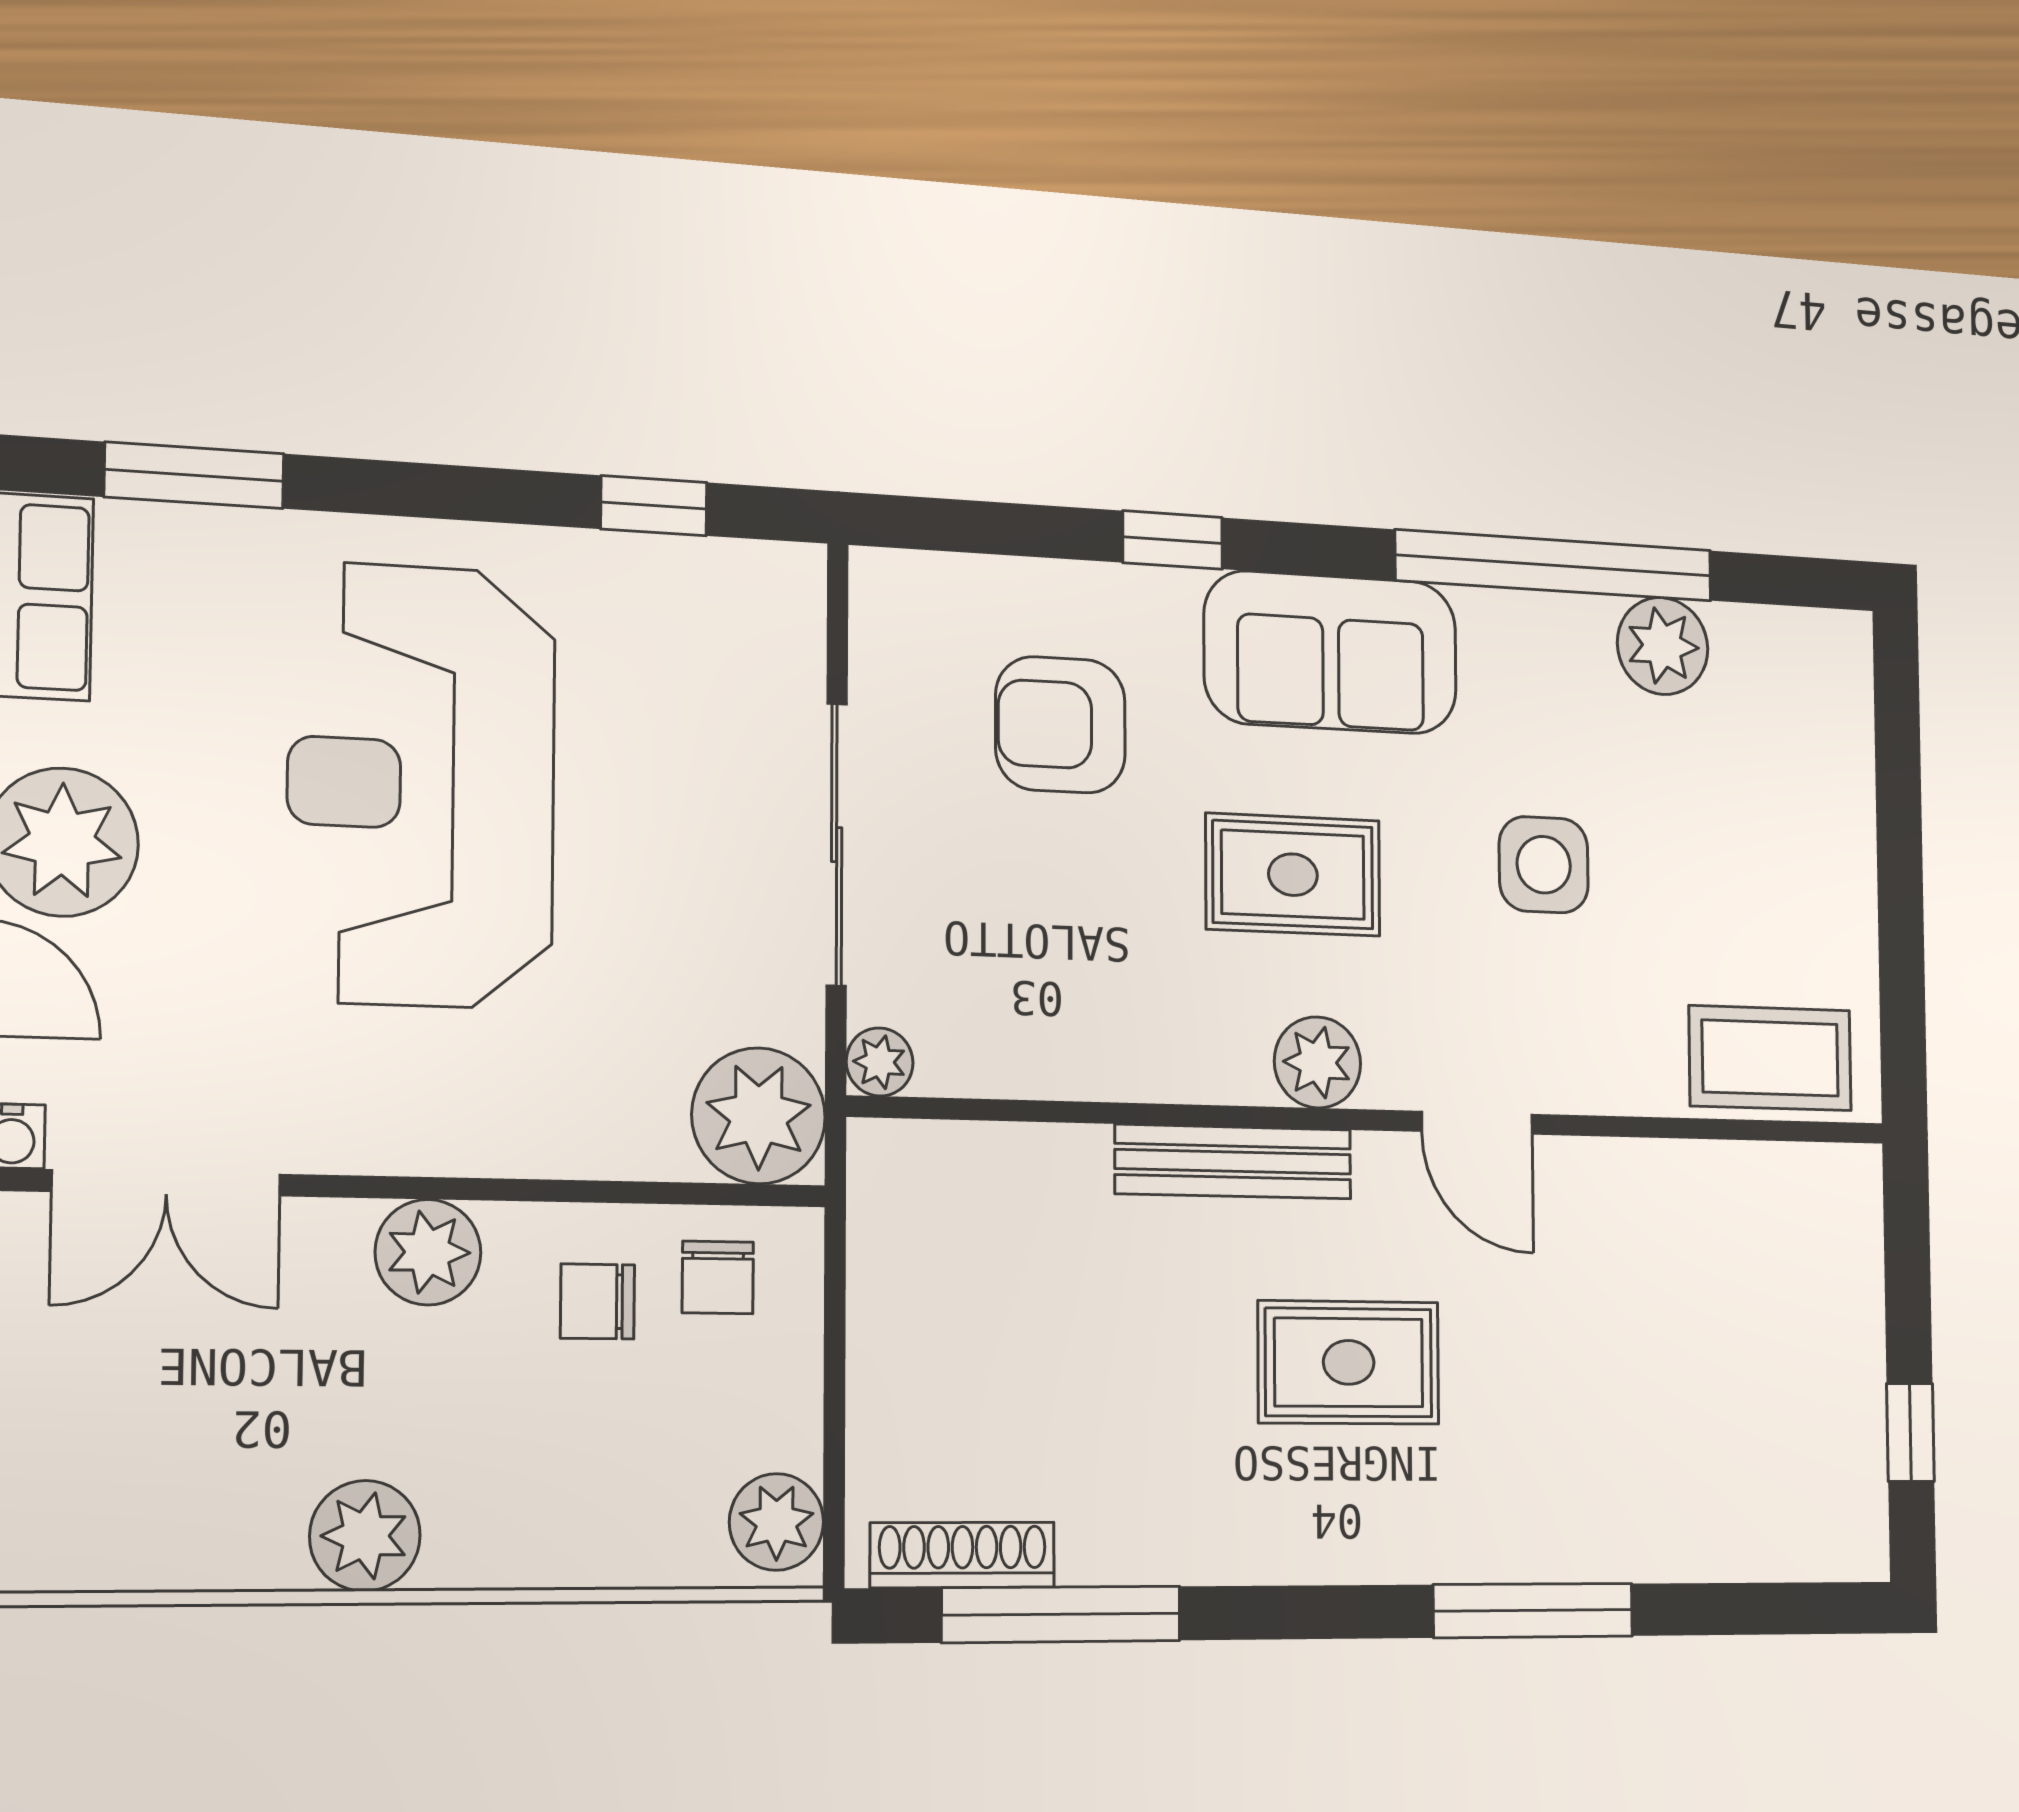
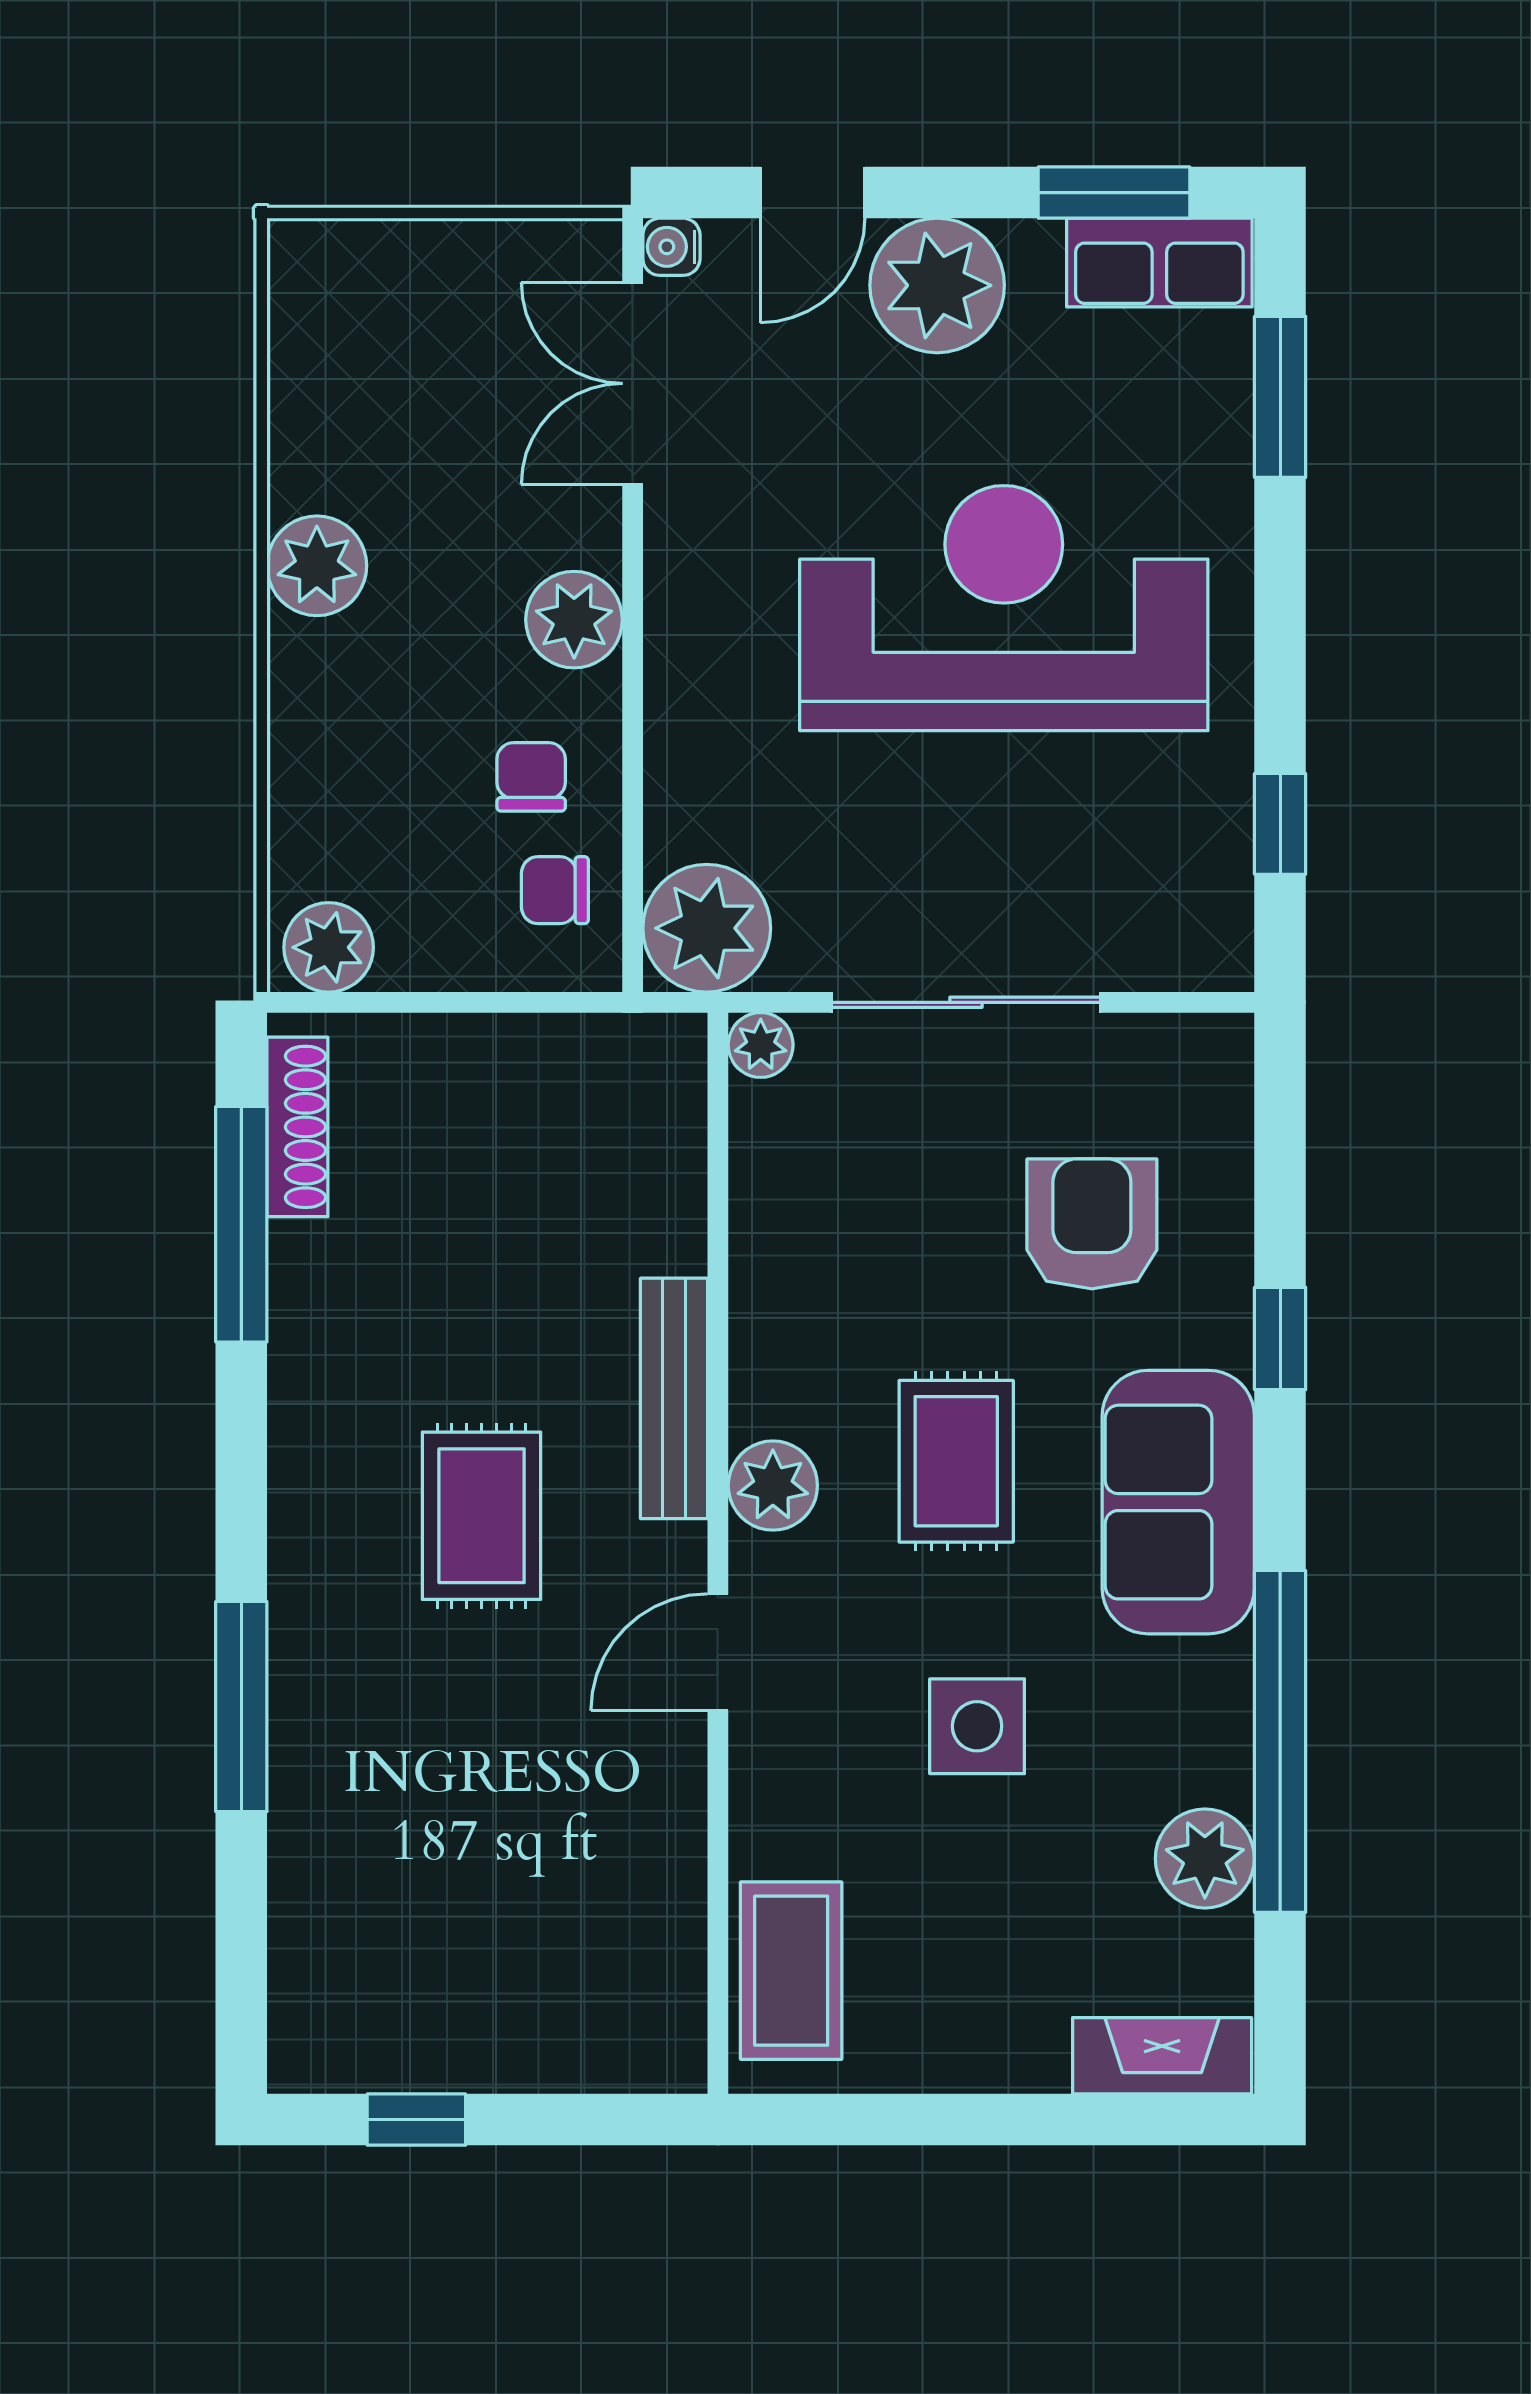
fireplace: (1840, 698) -> (1162, 2056), added

